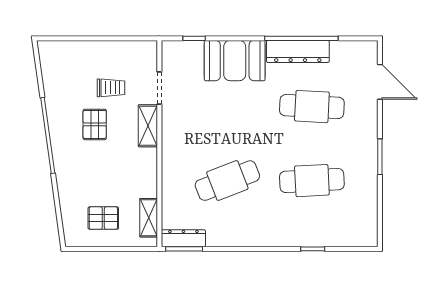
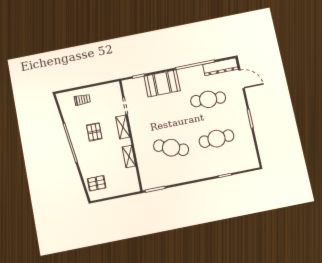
dresser: (298, 51) -> (220, 67), moved
trolley: (111, 88) -> (82, 100), moved
cafe table: (227, 181) -> (171, 148), turned 42
pallet: (103, 218) -> (97, 183), moved
shelving: (149, 218) -> (129, 156), moved
dresser: (183, 238) -> (154, 184), removed

